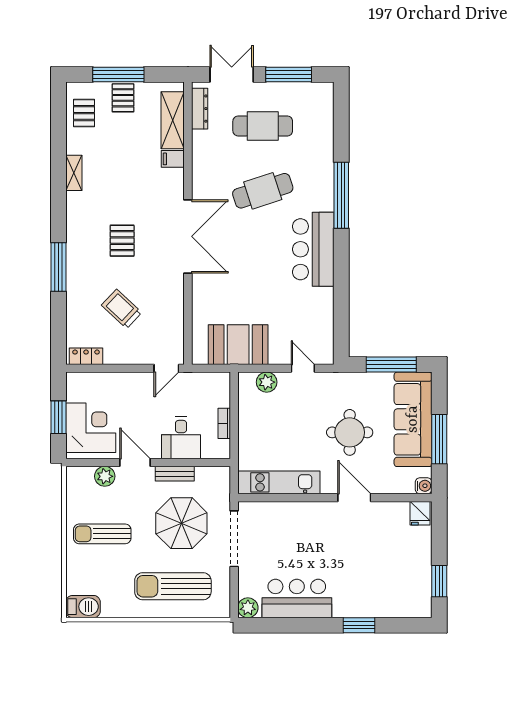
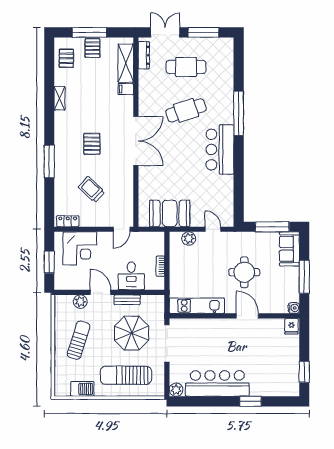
sofa: (413, 419) -> (289, 249), width x0.54, depth x0.79
corner desk: (91, 428) -> (80, 248), moved, turned 90
sun lounger: (102, 534) -> (79, 340), turned 107
bar counter: (297, 598) -> (217, 383), width x1.36
barbecue: (83, 607) -> (82, 389), moved

